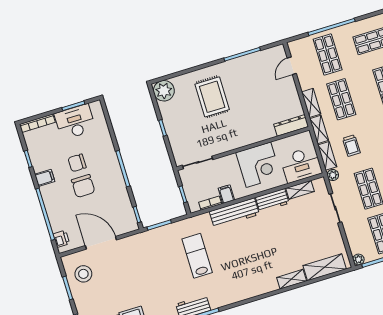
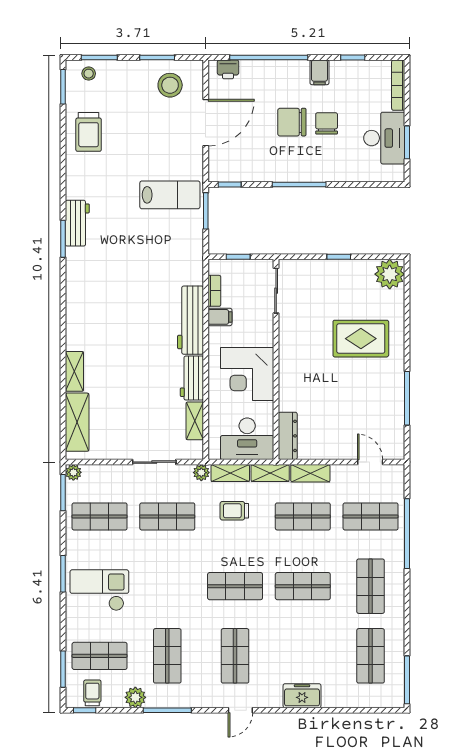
desk: (301, 165) -> (247, 439), moved, turned -90
lab bench: (197, 256) -> (170, 195), moved

